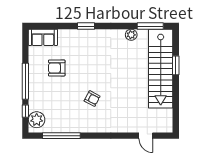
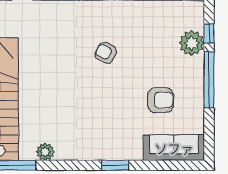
sofa: (43, 37) -> (174, 148), width x1.36
plant: (37, 120) -> (192, 43), moved

